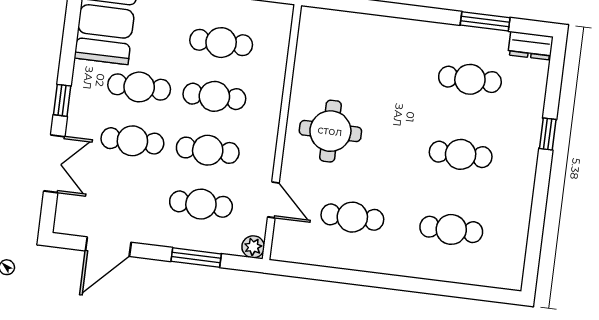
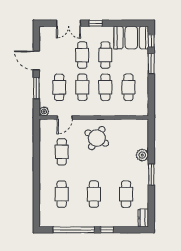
window: (485, 21) -> (151, 174), moved
plant: (383, 30) -> (142, 155), added
round table: (330, 131) -> (97, 138), turned 31
window: (538, 211) -> (74, 230), added
door: (108, 247) -> (36, 60), moved

